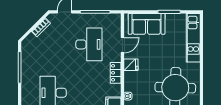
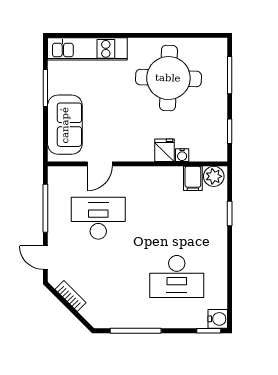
door: (122, 45) -> (100, 164), swing flipped
fridge: (131, 65) -> (165, 150), moved
locker: (116, 73) -> (144, 175), removed

